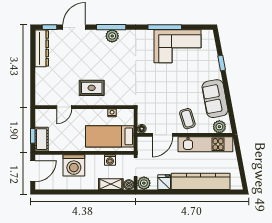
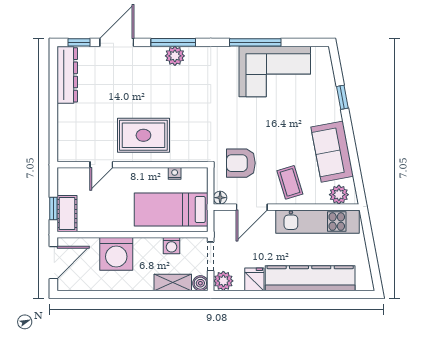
rug: (92, 88) -> (143, 135), width x1.36, depth x1.43
armchair: (155, 106) -> (241, 163), added

